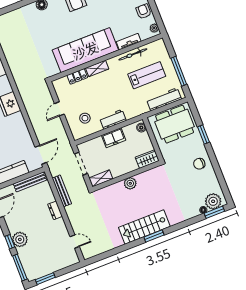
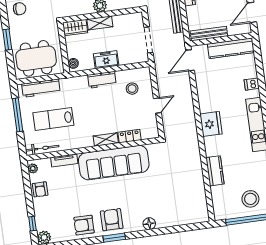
bicycle: (133, 54) -> (42, 148), moved
shelving: (101, 178) -> (100, 23), moved

